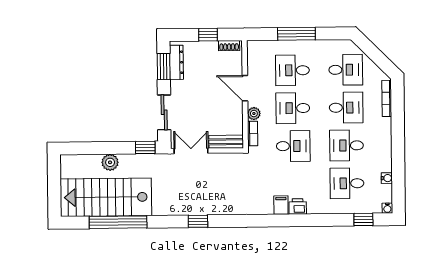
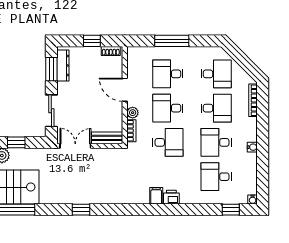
window: (145, 148) -> (16, 142), moved
water cooler: (387, 178) -> (252, 147), moved

